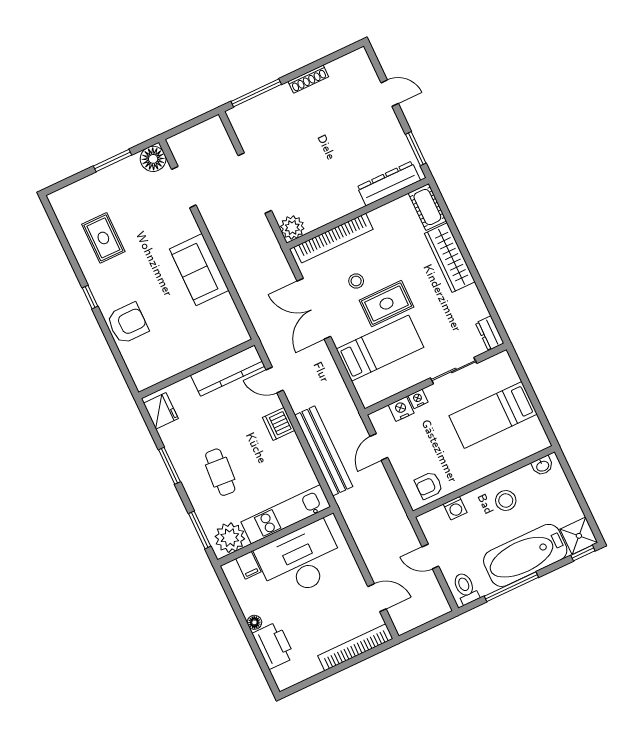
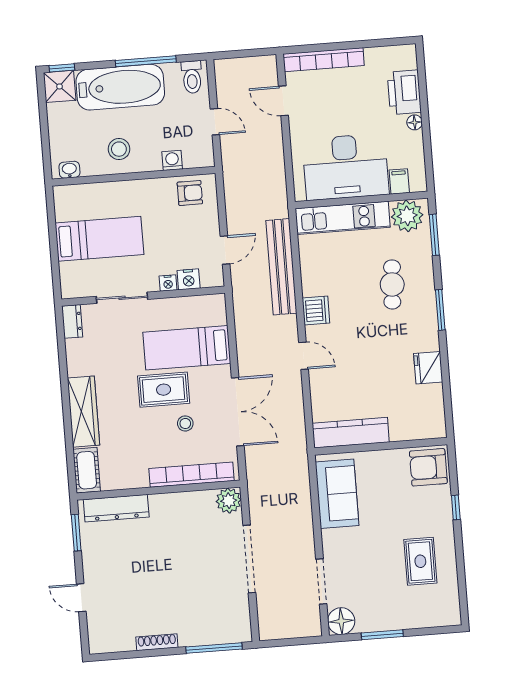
wall: (197, 369) -> (381, 446), moved
kitchen counter: (228, 371) -> (351, 433), moved

